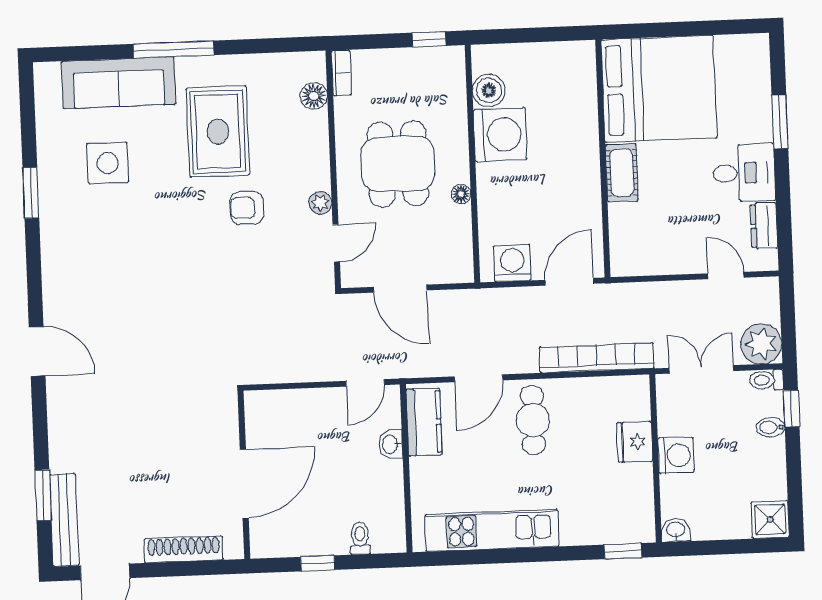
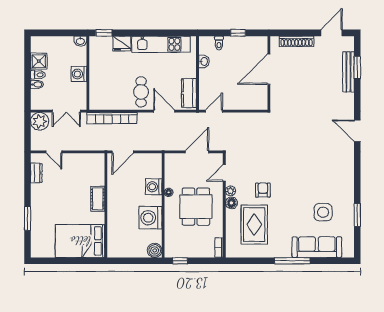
bed: (659, 89) -> (80, 241), width x0.73
boiler: (489, 90) -> (155, 250), moved
floor lamp: (314, 96) -> (231, 203), moved
rug: (218, 131) -> (254, 225), moved
desk: (744, 173) -> (44, 197), removed
window: (31, 193) -> (357, 215), moved
armchair: (247, 208) -> (263, 190), turned -91
washing machine: (512, 263) -> (154, 187), moved, turned 90
door: (400, 289) -> (197, 152), hinge flipped
door: (479, 378) -> (164, 111), hinge flipped
toilet: (766, 380) -> (38, 75), moved
window: (791, 409) -> (27, 92), removed
fridge: (635, 442) -> (122, 44), moved, turned 90
washbasin: (391, 444) -> (204, 61), moved
shower: (770, 519) -> (39, 61), moved
bench: (64, 520) -> (348, 72), moved

